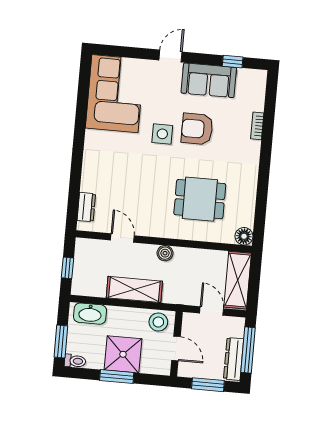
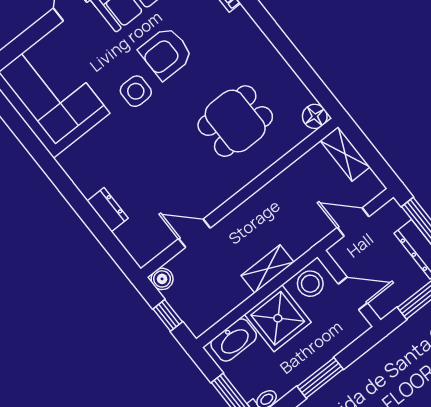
dresser: (86, 207) -> (108, 210), moved
boiler: (165, 253) -> (162, 279), moved
shelving: (238, 280) -> (345, 154), width x0.67, depth x0.75
shelving: (134, 289) -> (267, 269), width x0.67, depth x0.75
shower: (123, 354) -> (278, 318), moved

